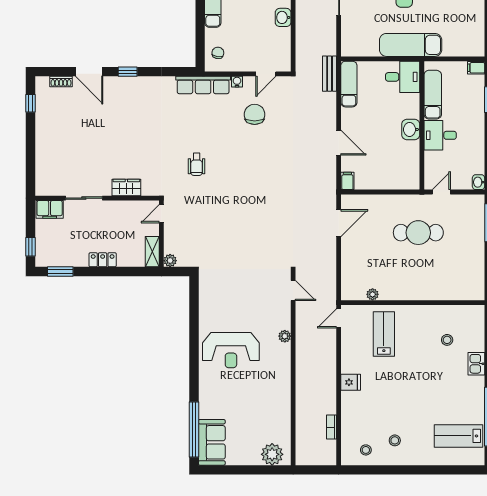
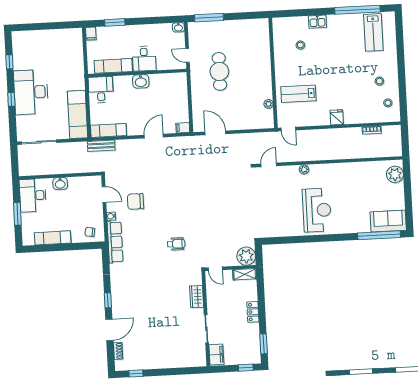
exam couch: (411, 45) -> (78, 114), moved
plant: (170, 261) -> (246, 256), width x1.87, depth x1.87

